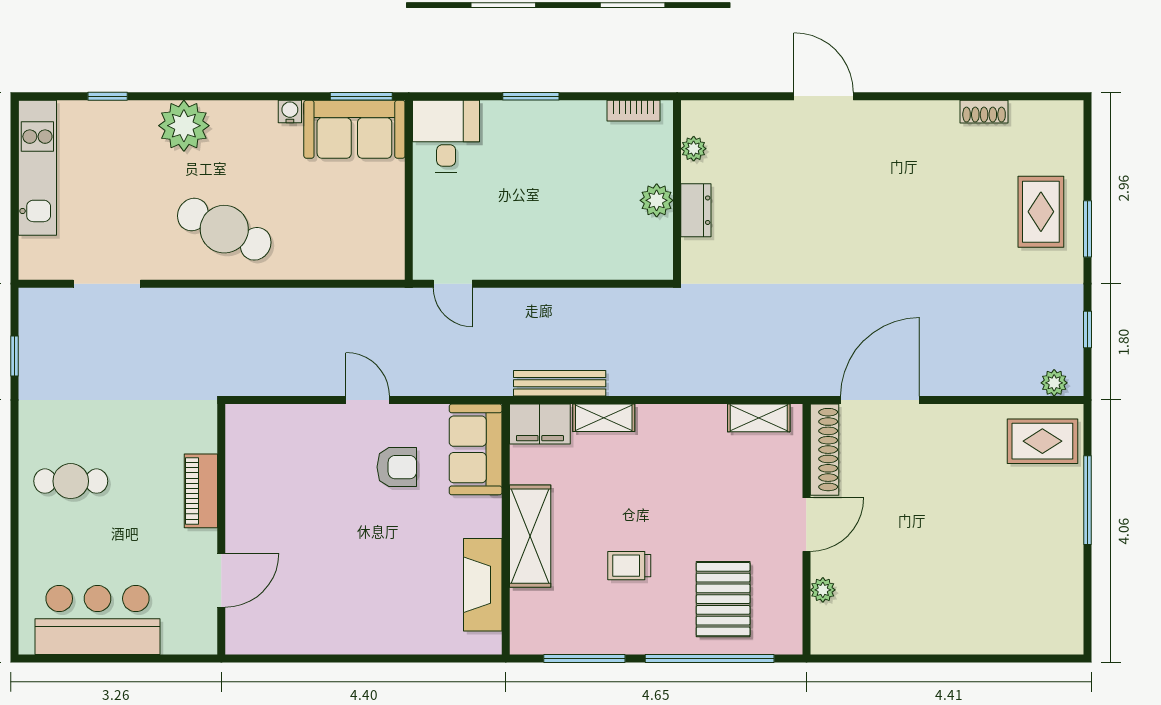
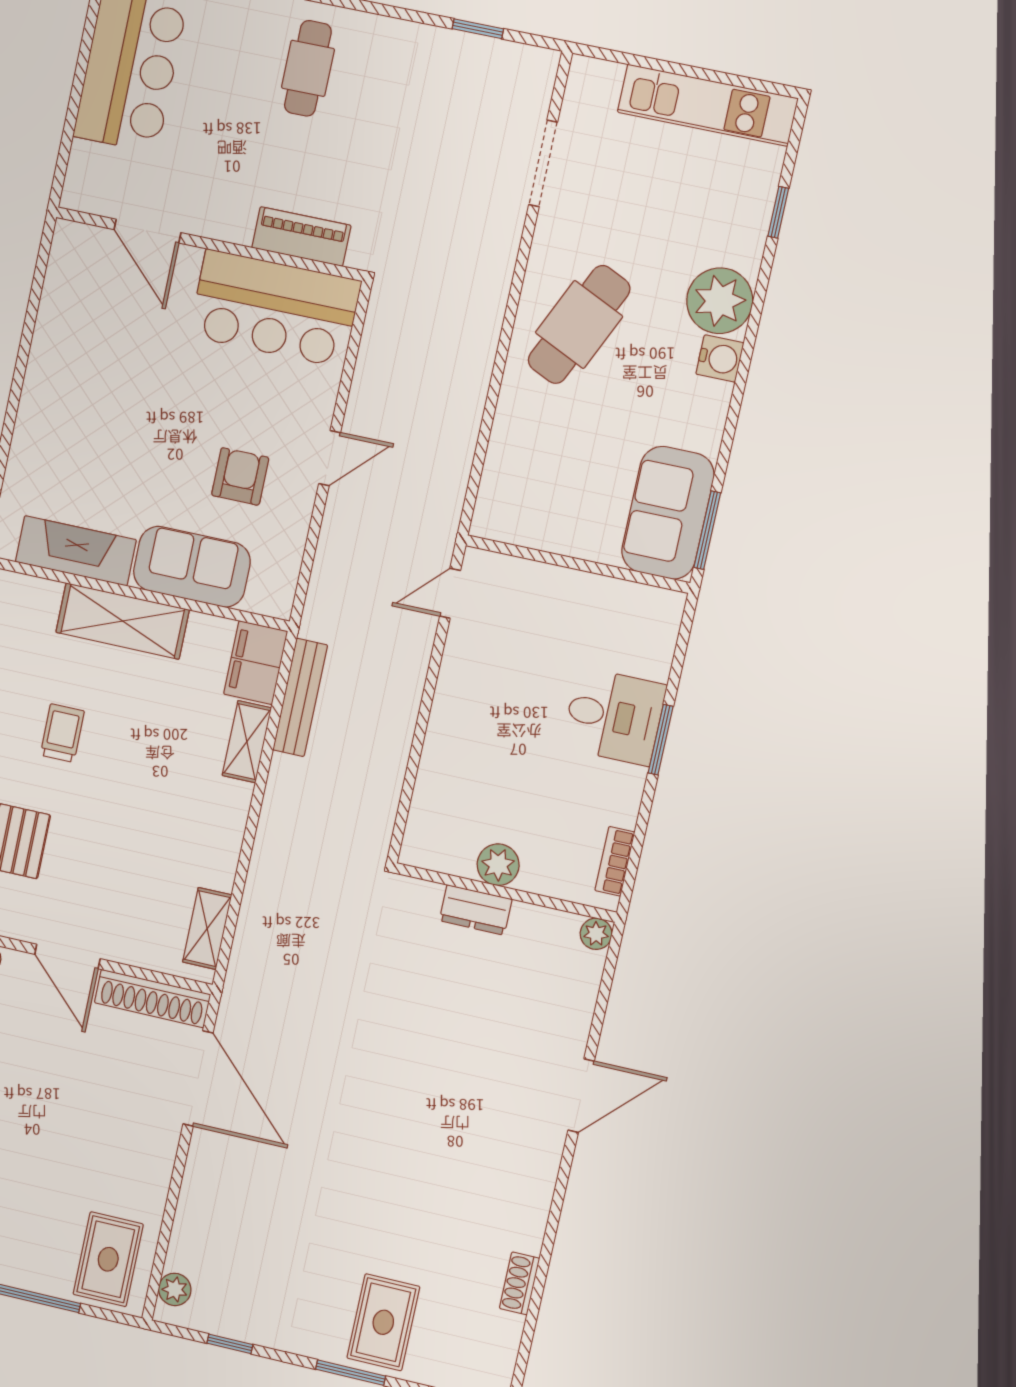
water cooler: (290, 111) -> (720, 358), moved, width x1.38, depth x1.38
desk: (446, 136) -> (614, 716), moved
plant: (694, 149) -> (596, 934), moved
rug: (1041, 212) -> (383, 1322), turned 90
sofa: (476, 449) -> (192, 567), moved
armchair: (397, 467) -> (240, 476), turned 180
bar counter: (261, 468) -> (275, 308), added
piano: (201, 491) -> (301, 237), moved

